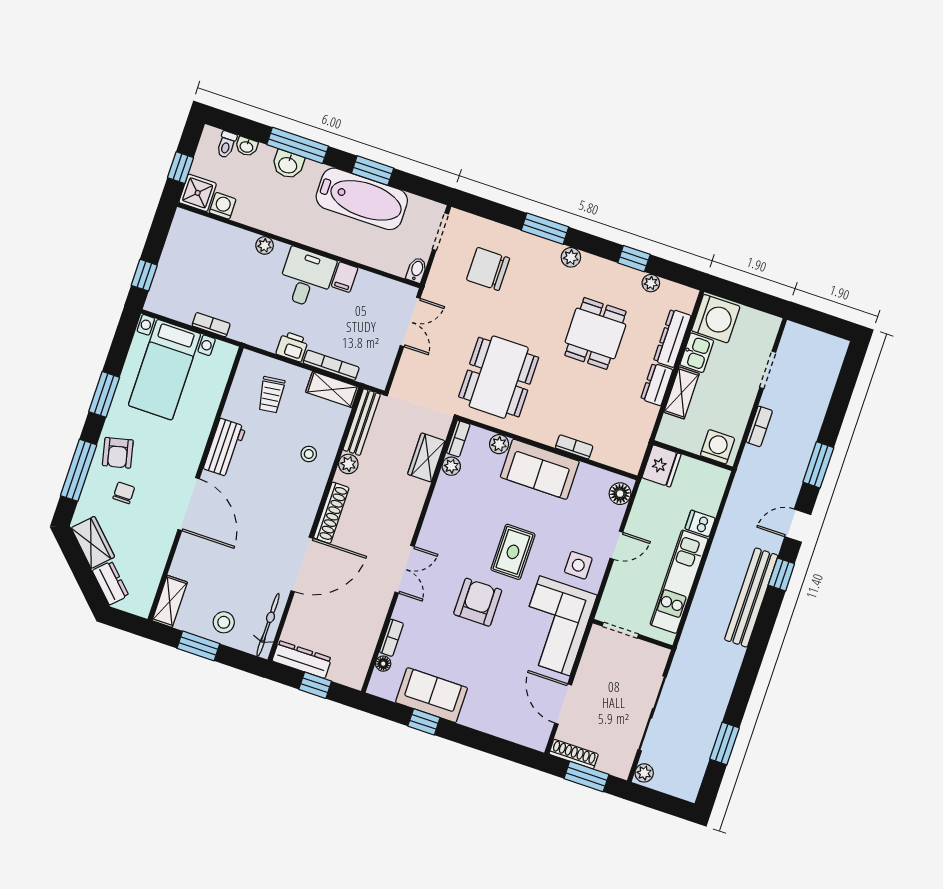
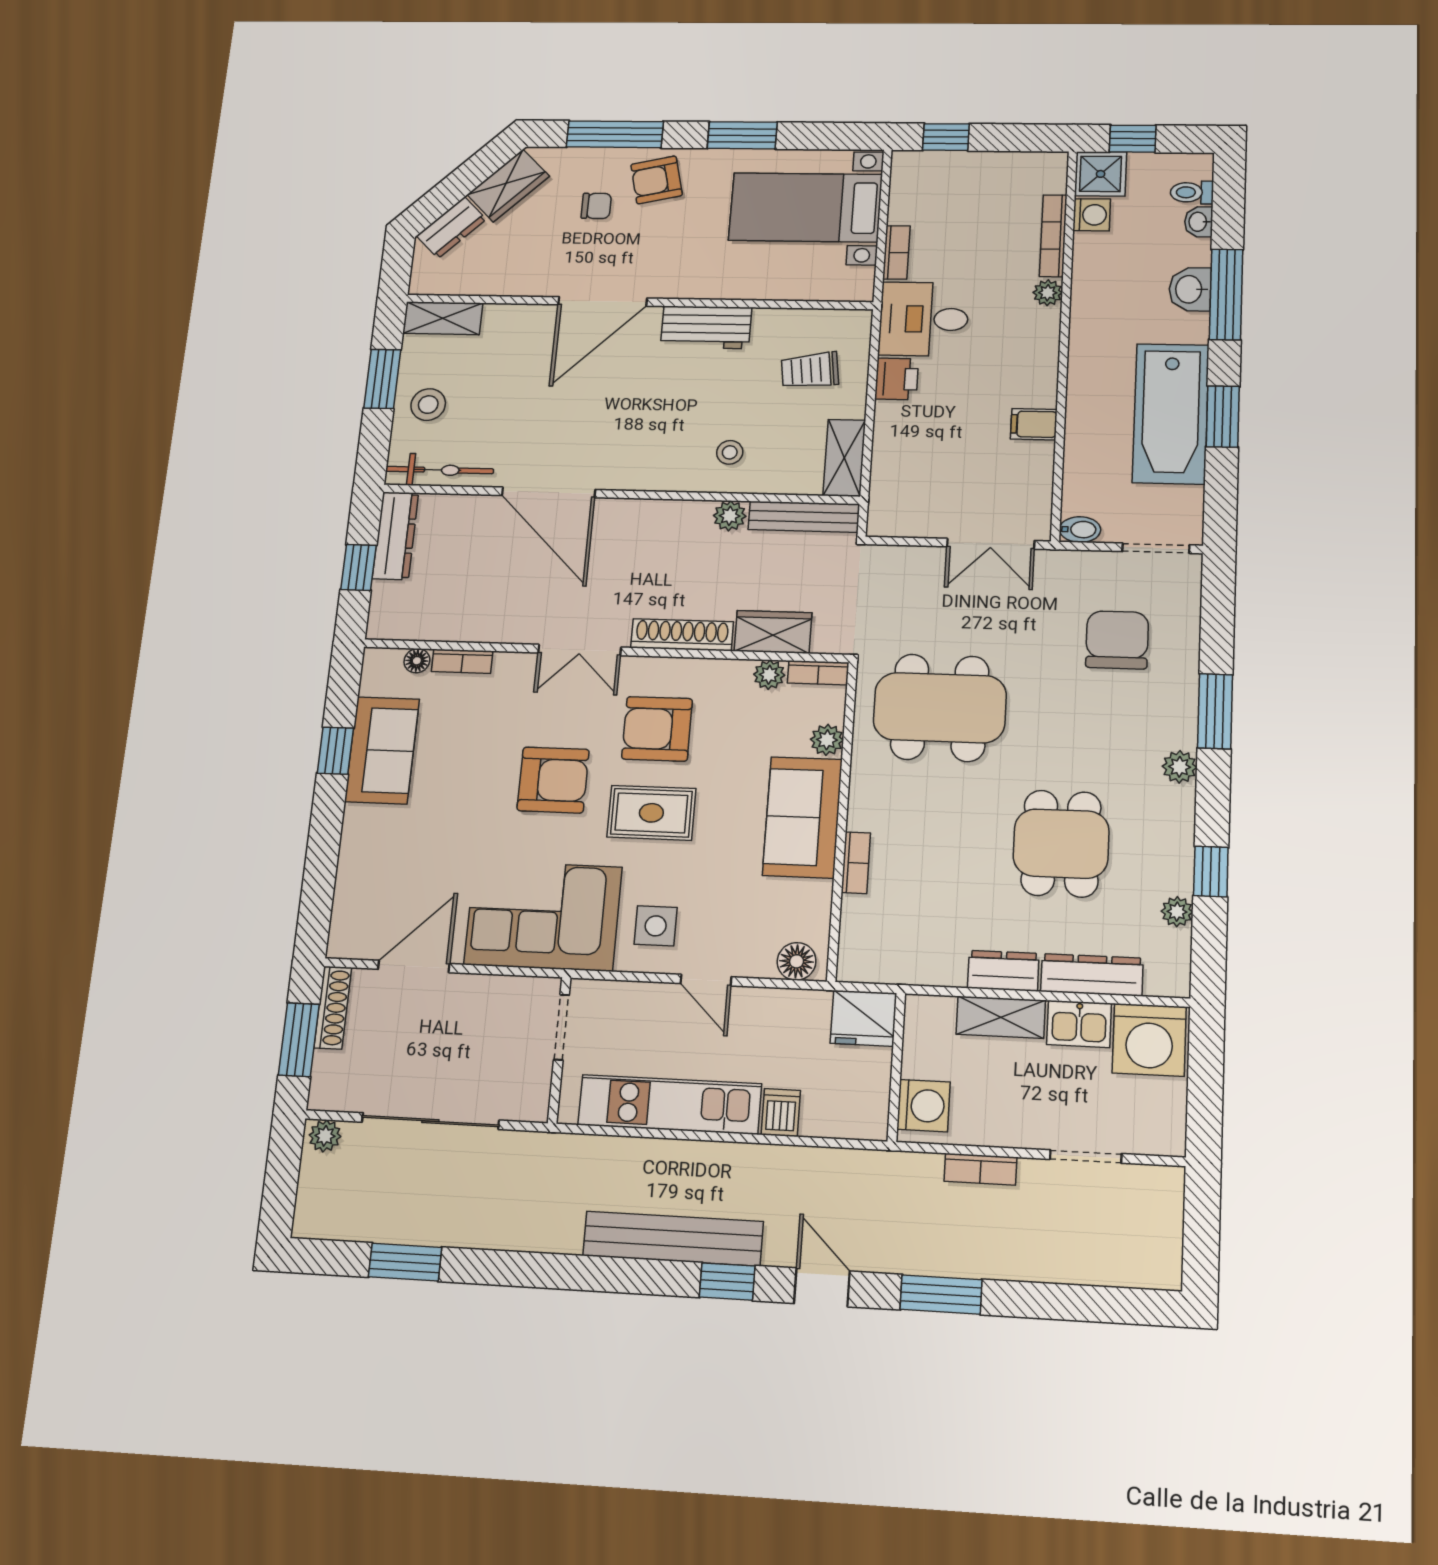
desk: (306, 278) -> (924, 319), moved, turned 180
dining table: (595, 333) -> (1061, 844), turned 90
bookcase: (331, 365) -> (1053, 236), moved, turned 180
shoe rack: (331, 513) -> (682, 635), moved, turned 180
armchair: (465, 537) -> (657, 729), added

